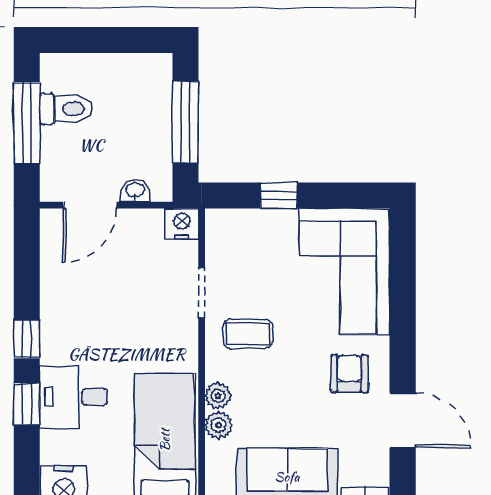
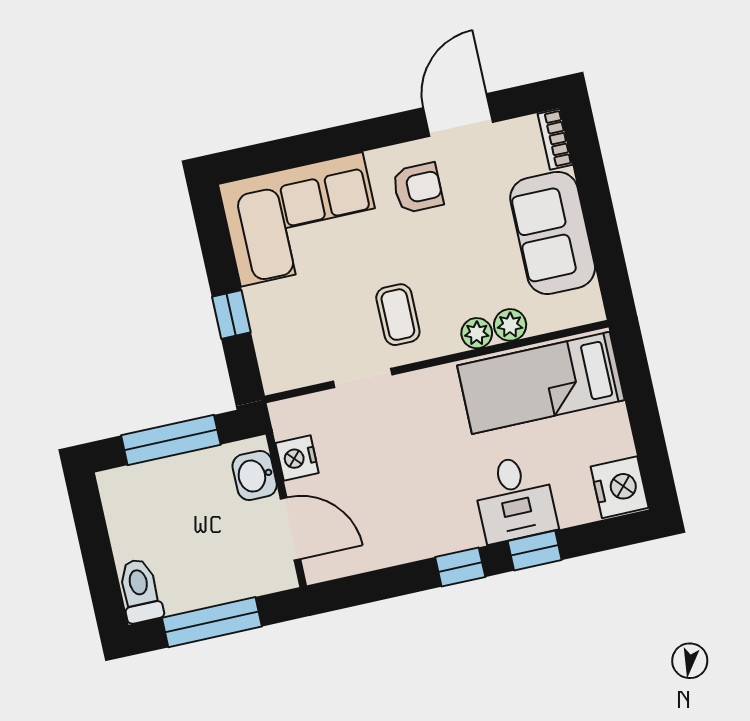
toilet: (66, 109) -> (140, 591), moved
washbasin: (135, 190) -> (255, 475), width x1.38, depth x1.45
nightstand: (182, 224) -> (297, 458), moved
armchair: (349, 374) -> (418, 188), turned 180

